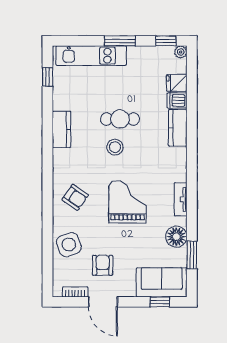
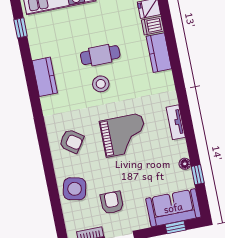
grand piano: (127, 202) -> (124, 135), turned 90
floor lamp: (176, 237) -> (185, 164), width x0.53, depth x0.53
side table: (69, 245) -> (75, 189), turned 34
window: (192, 255) -> (198, 175), width x0.67

